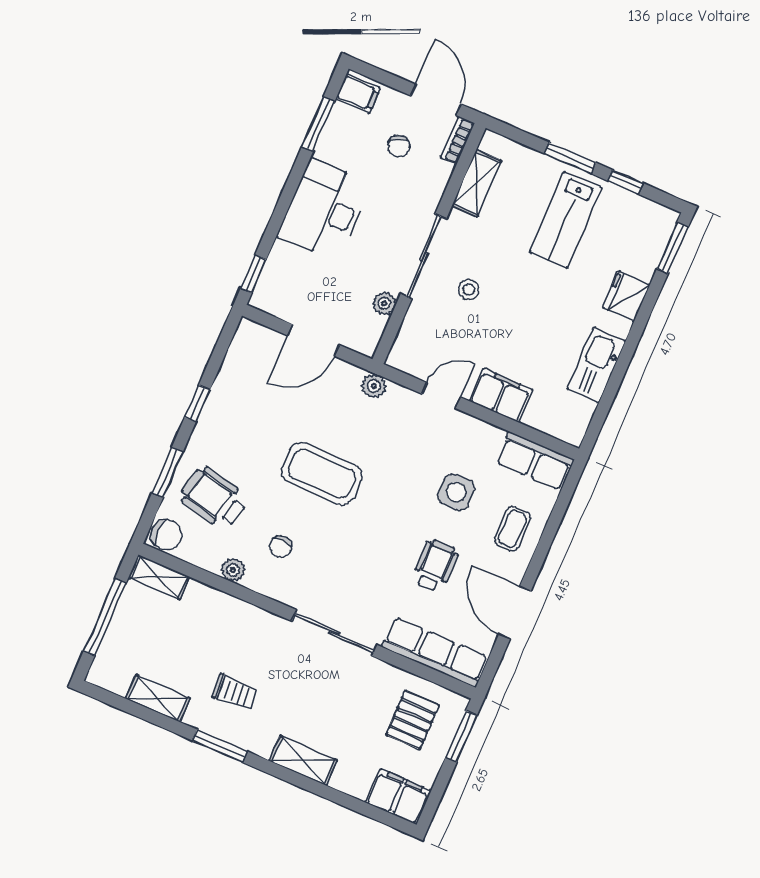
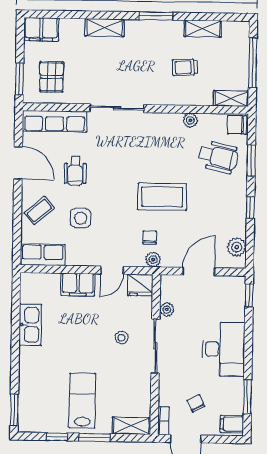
shelving: (477, 183) -> (131, 426), moved, turned 90
fridge: (626, 296) -> (140, 285), moved, turned 90
plant: (242, 353) -> (237, 247), added
coffee table: (513, 529) -> (39, 210), turned 50
chair: (281, 547) -> (150, 238), moved
trolley: (234, 692) -> (185, 67), moved

